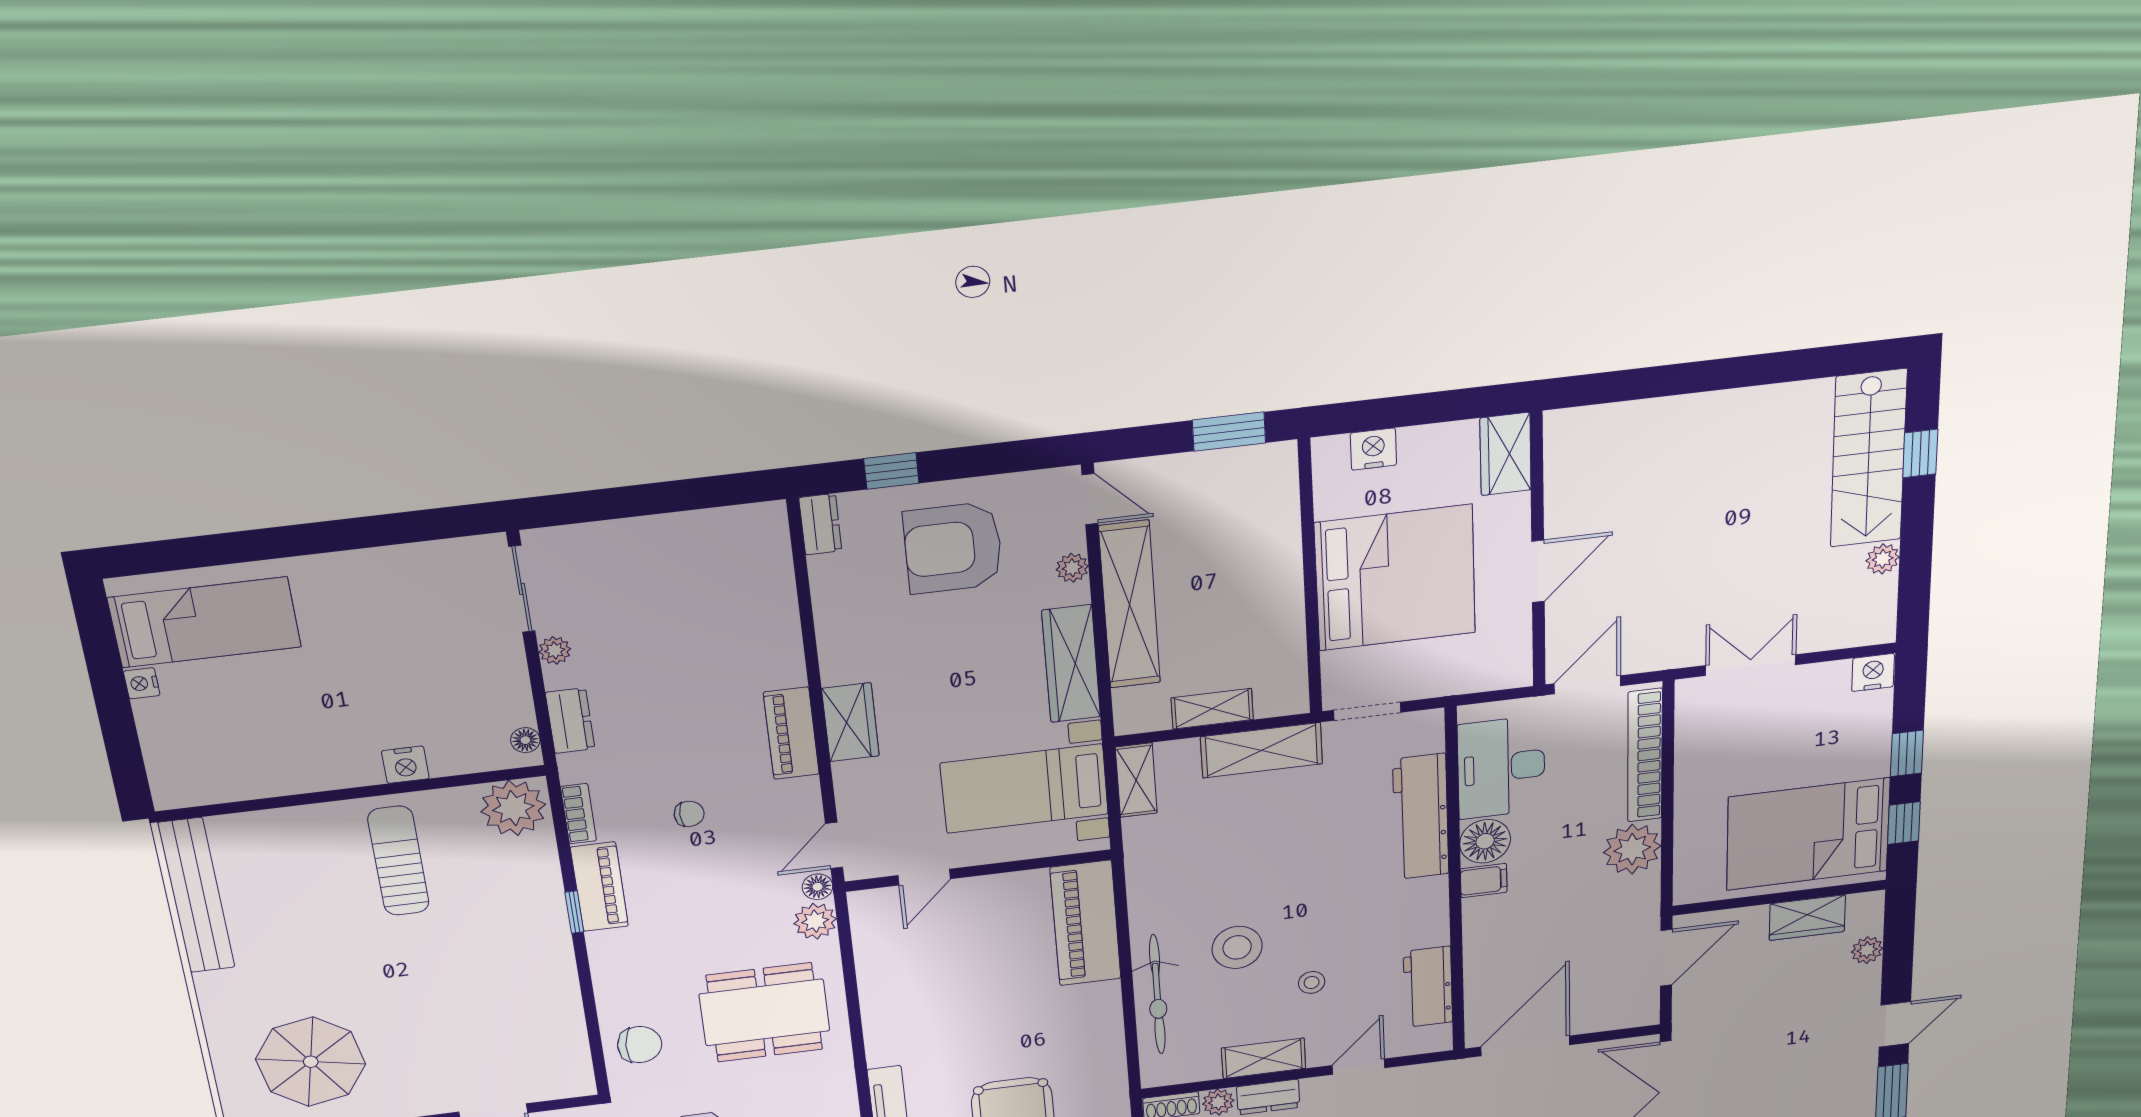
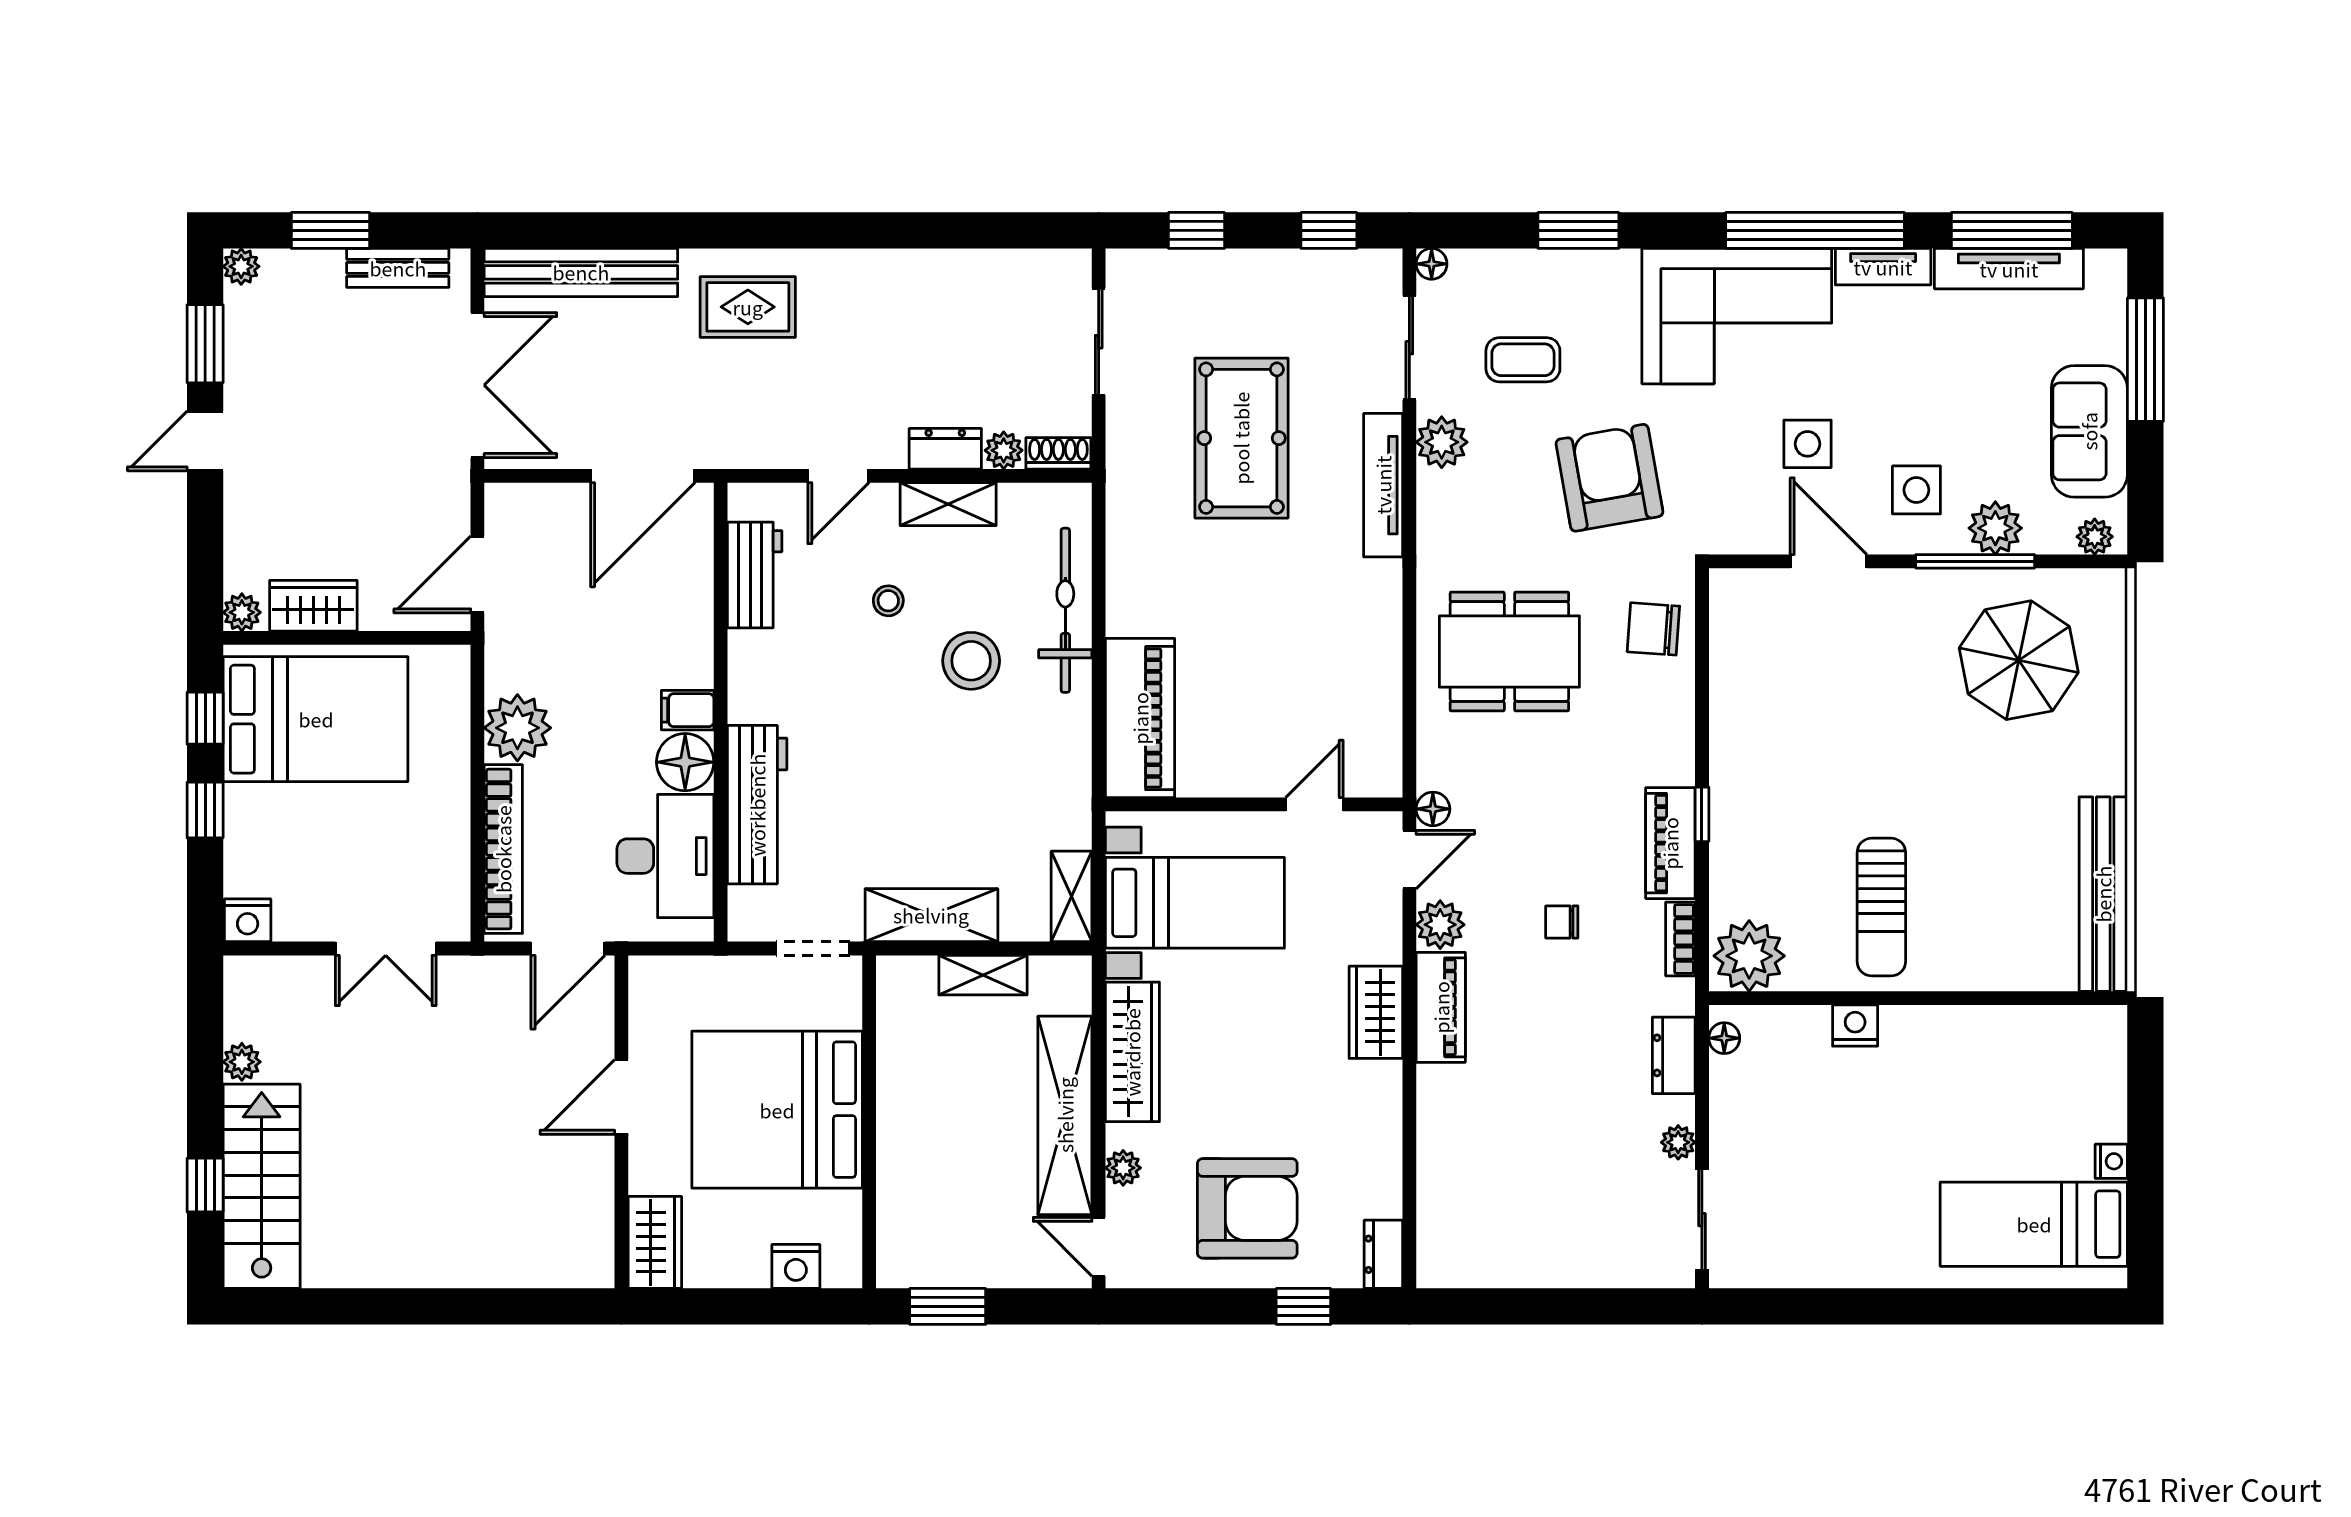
plant: (815, 921) -> (1440, 925), moved
plant: (1867, 950) -> (242, 612), moved

